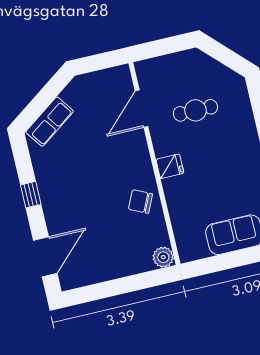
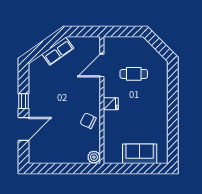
row of seats: (50, 122) -> (58, 51), moved
door: (45, 257) -> (23, 129), moved

